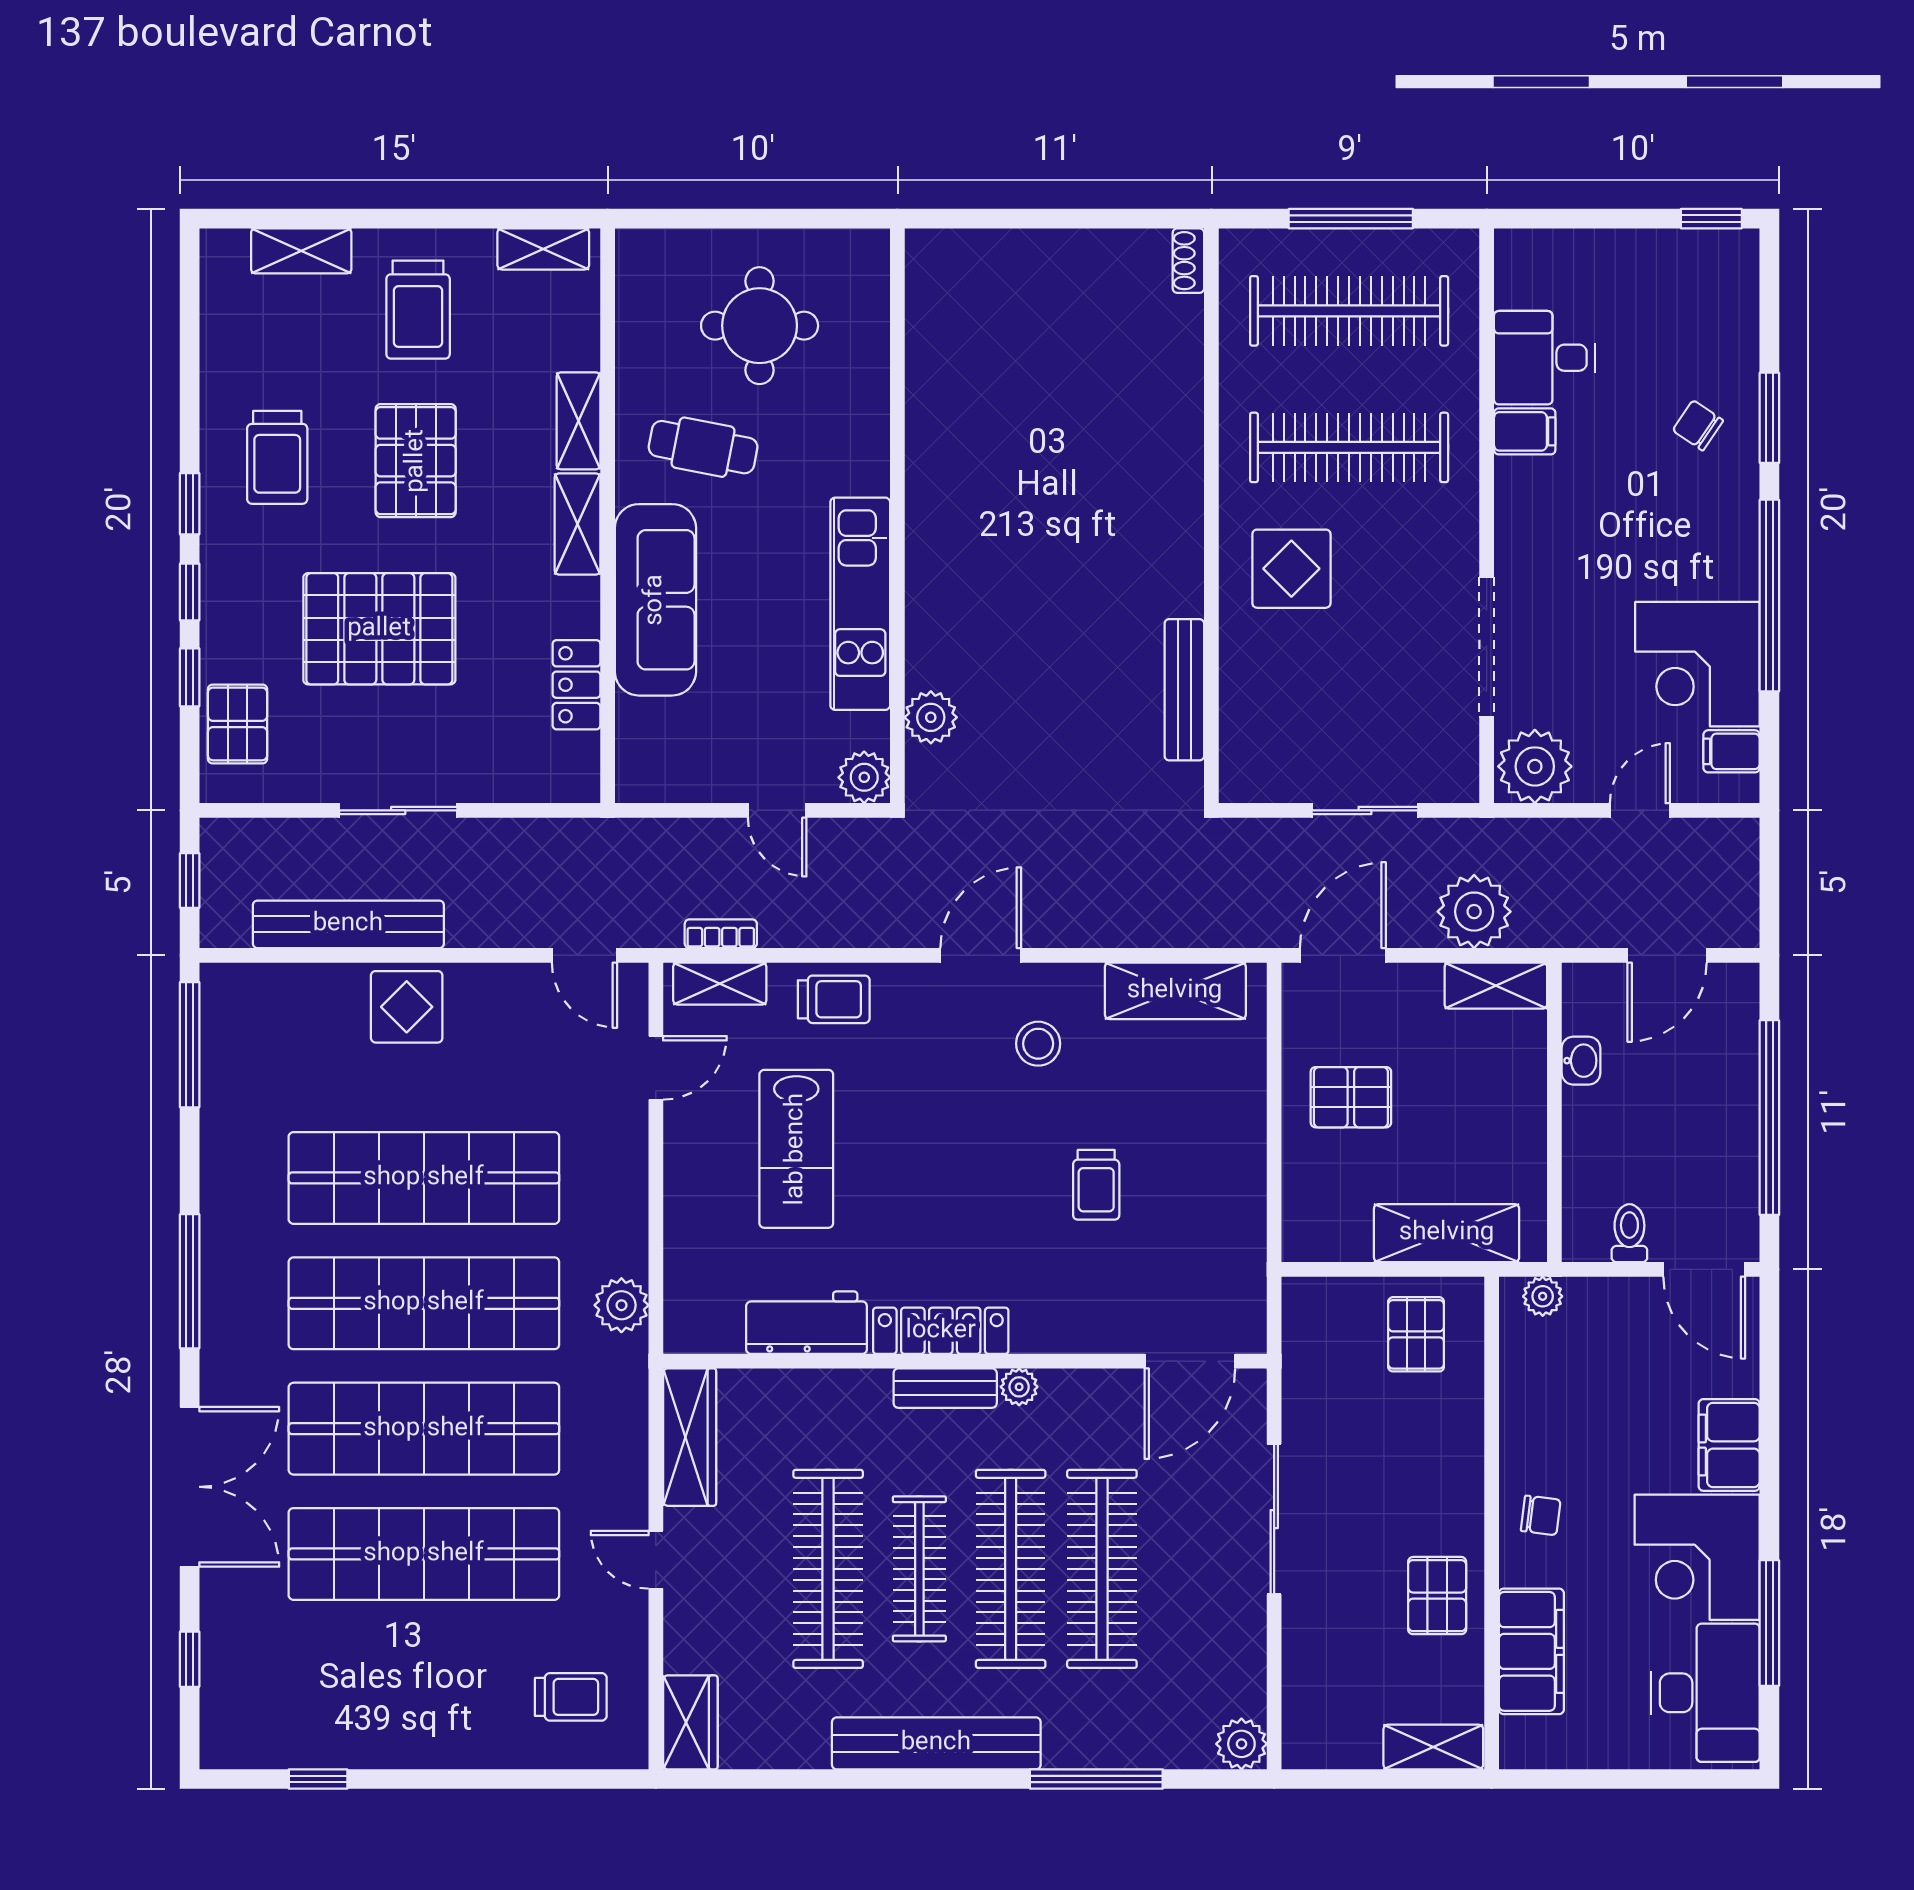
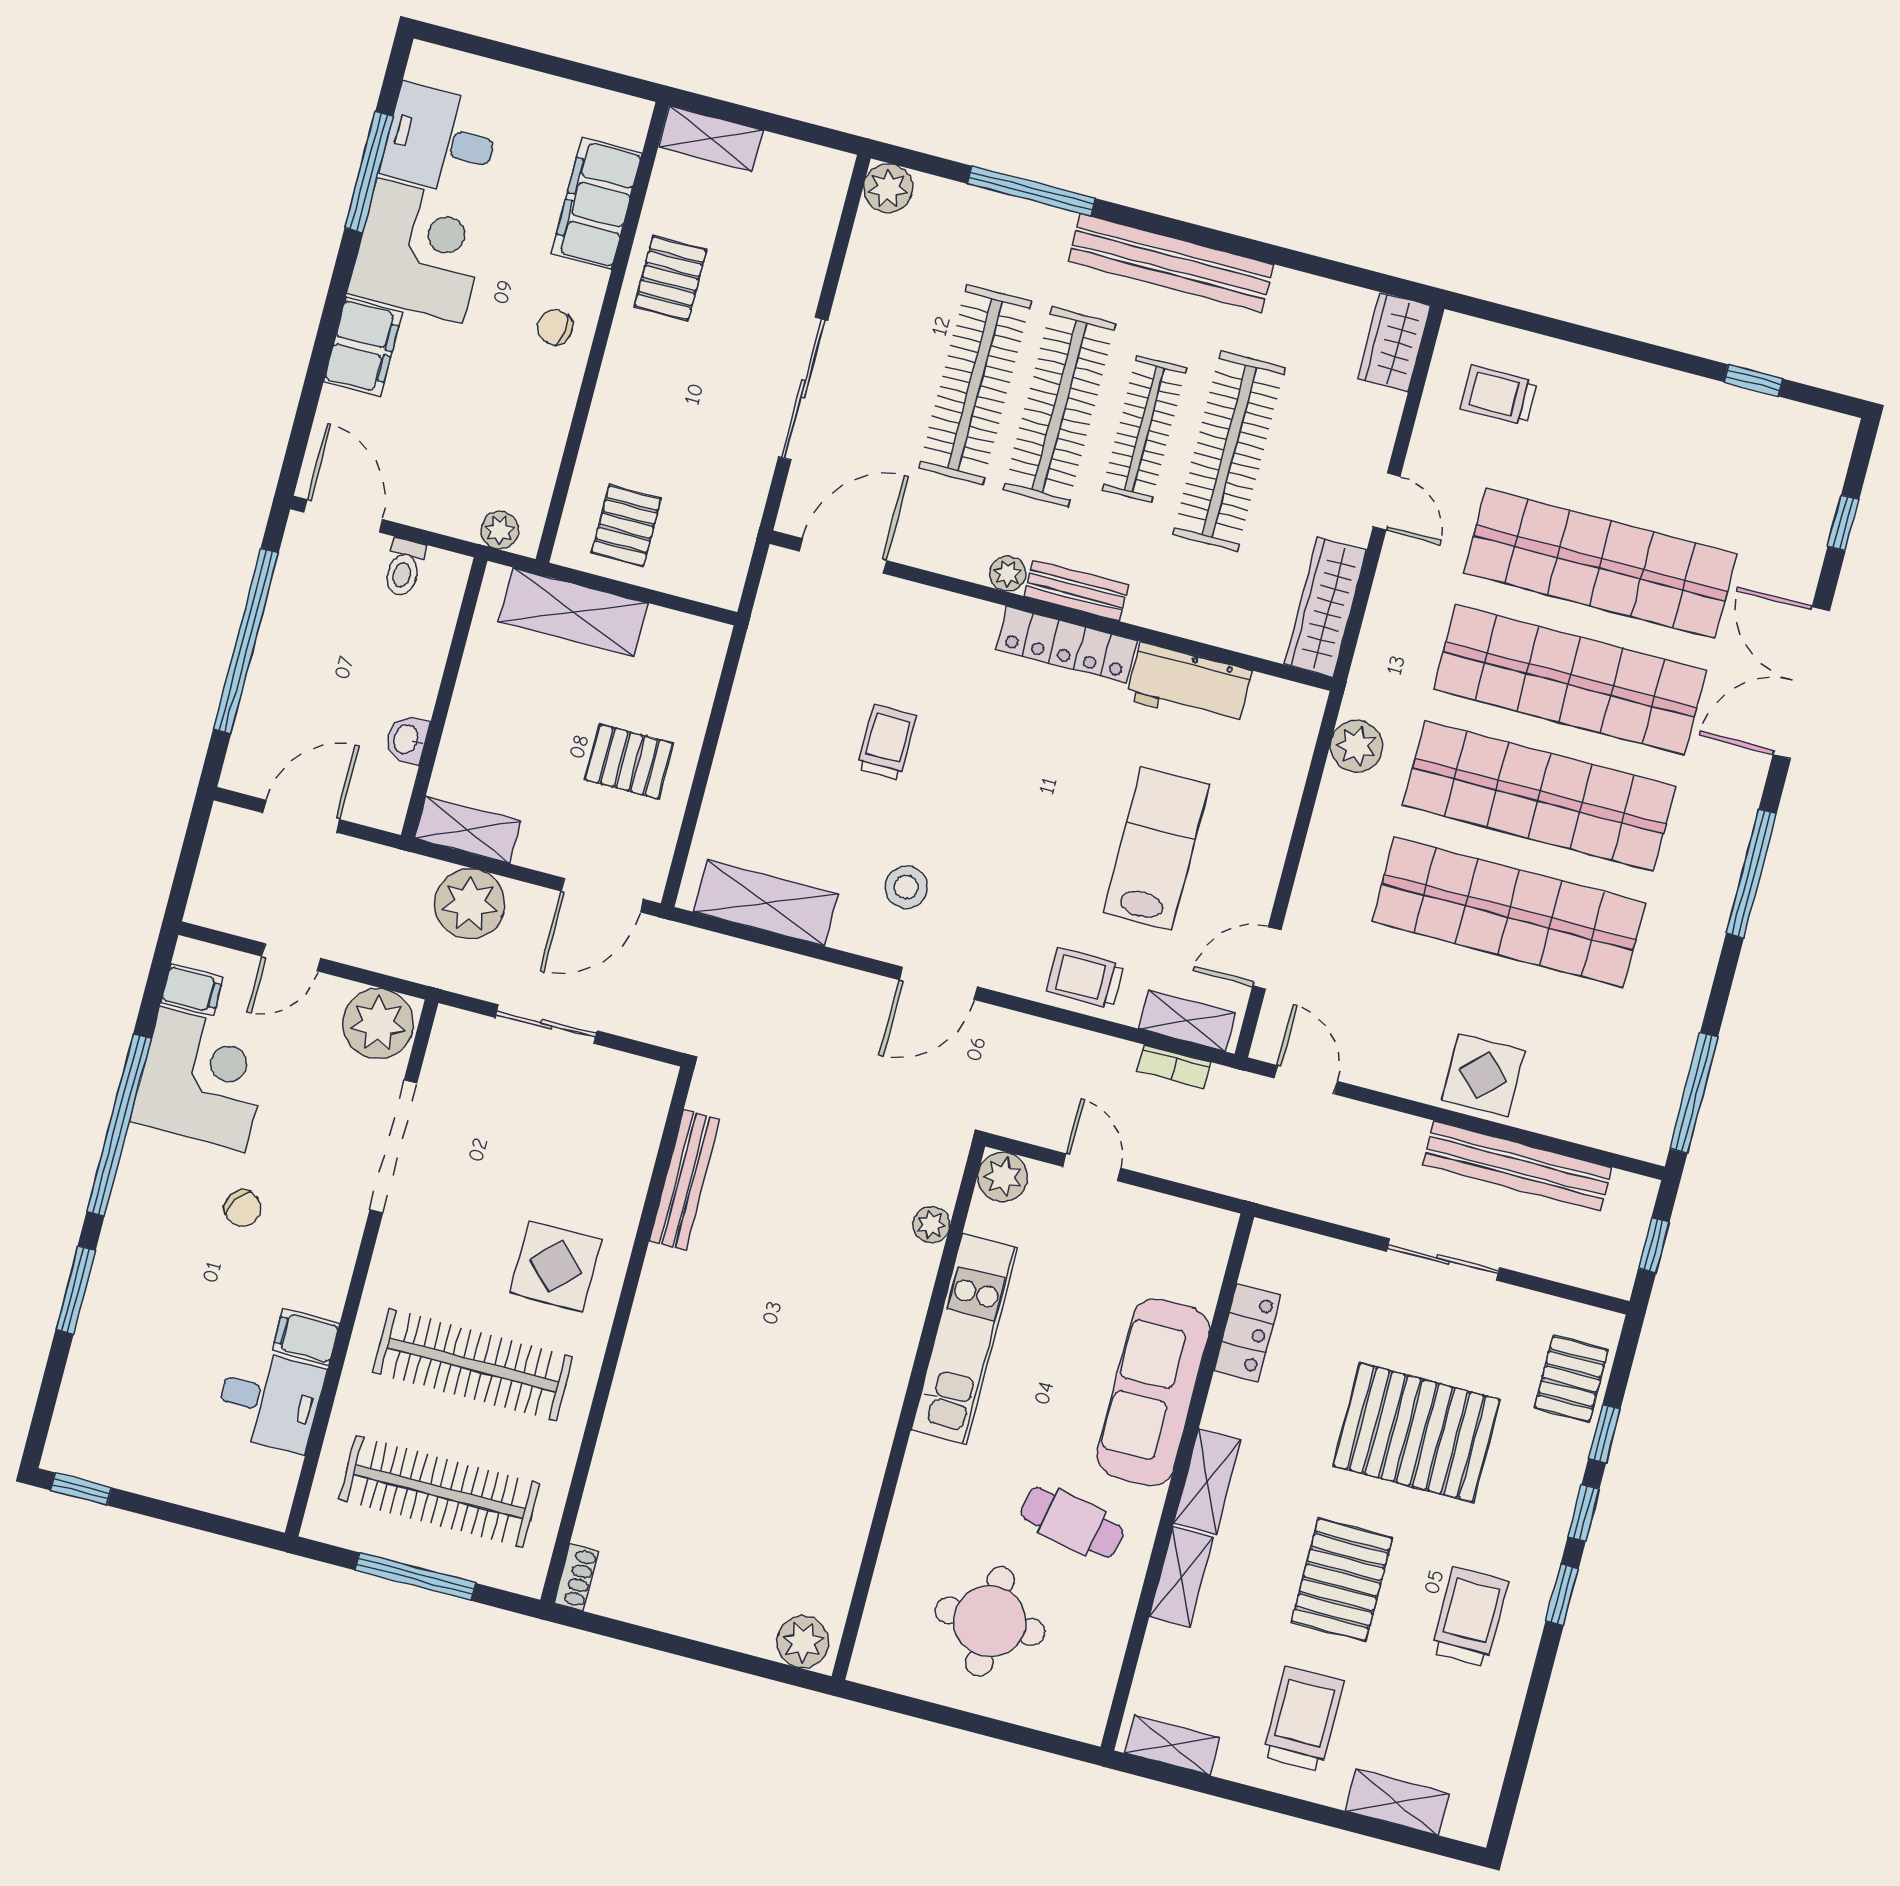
plant: (943, 255) -> (803, 1642), added
chair: (1698, 425) -> (243, 1208), moved
plant: (931, 717) -> (931, 1225), width x0.73, depth x0.73
desk: (1705, 1693) -> (441, 140), width x0.73

